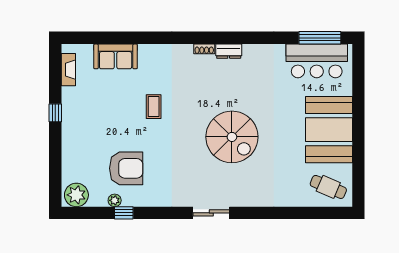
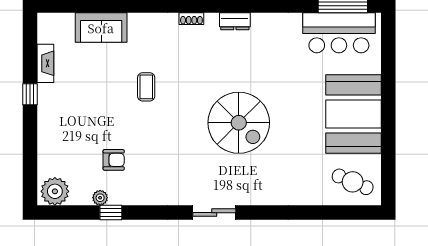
shoe rack: (204, 49) -> (191, 19), moved
fireplace: (68, 70) -> (45, 63), moved
armchair: (126, 168) -> (114, 160), width x0.53, depth x0.53

